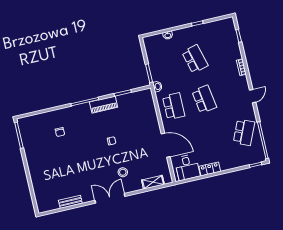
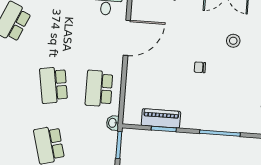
piano: (104, 105) -> (161, 118), moved
door: (166, 145) -> (127, 38), swing flipped
stool: (123, 172) -> (233, 41), moved

